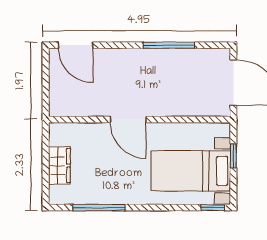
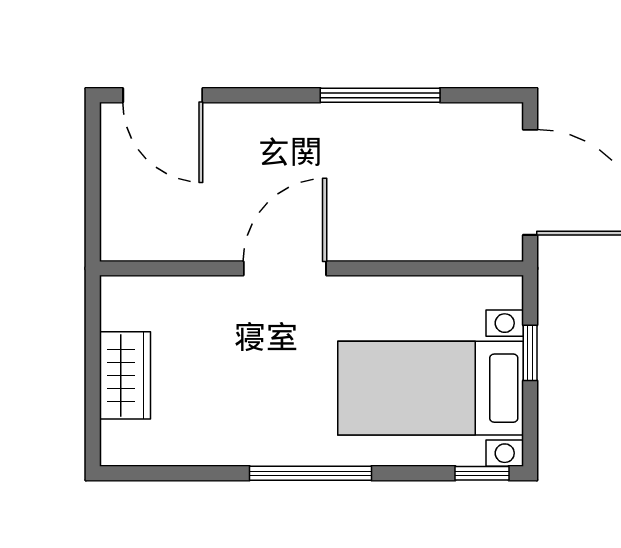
door: (128, 120) -> (285, 268), swing flipped
window: (99, 208) -> (311, 473), moved

